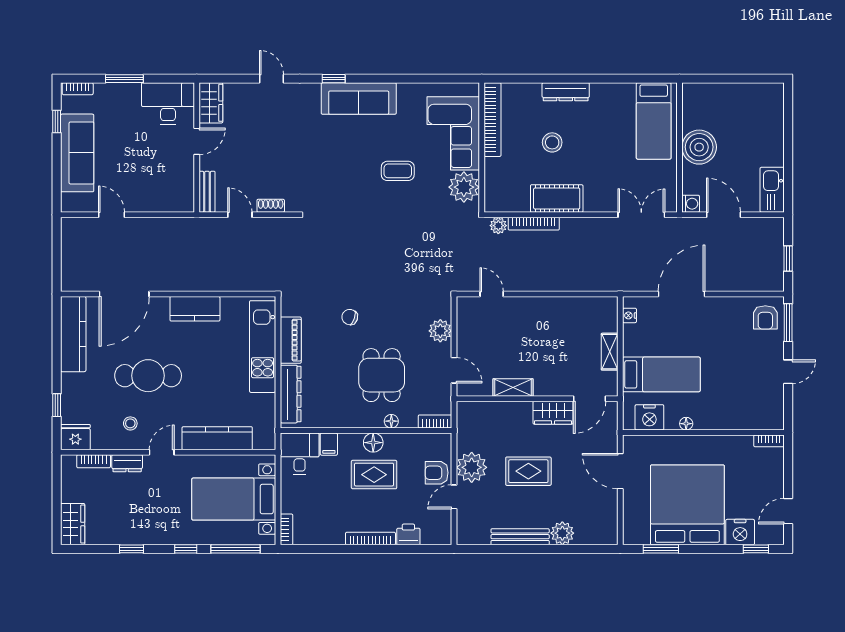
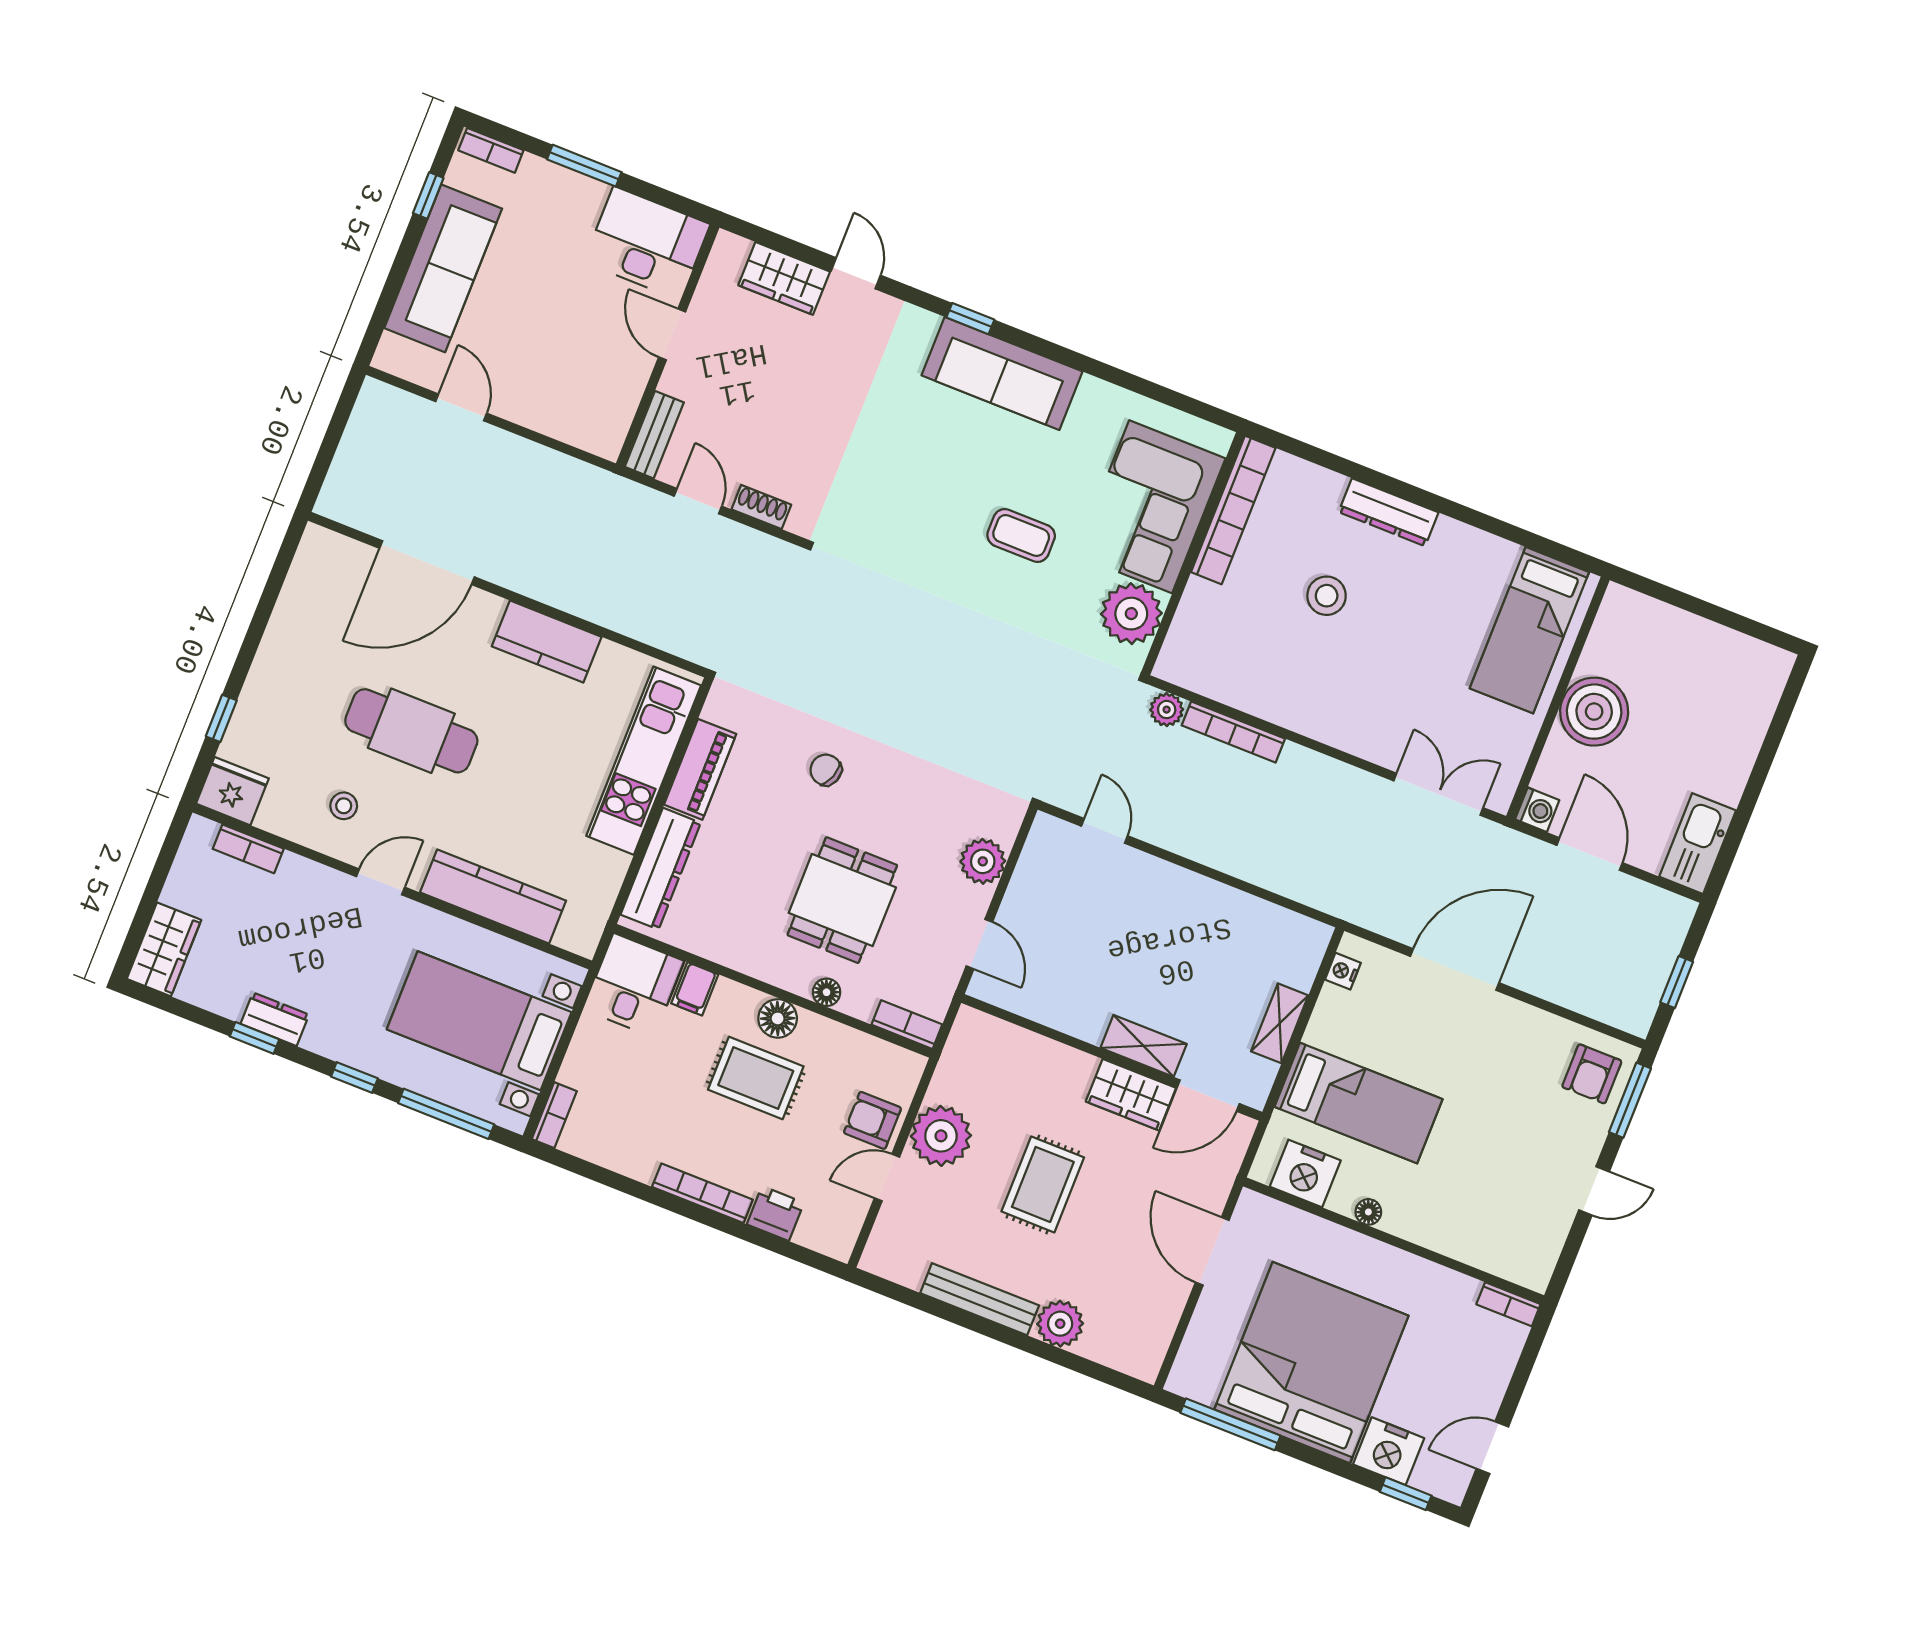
wardrobe: (211, 103) -> (784, 278), moved, turned 90
door: (197, 141) -> (672, 334), swing flipped
cot: (557, 198) -> (1294, 702), removed
kitchen counter: (73, 334) -> (304, 599), removed
shelving: (513, 387) -> (1144, 1046), moved
dresser: (127, 463) -> (275, 1019), moved, turned 180
rug: (528, 471) -> (1043, 1184), turned 90
window: (661, 549) -> (1230, 1424), width x1.44

